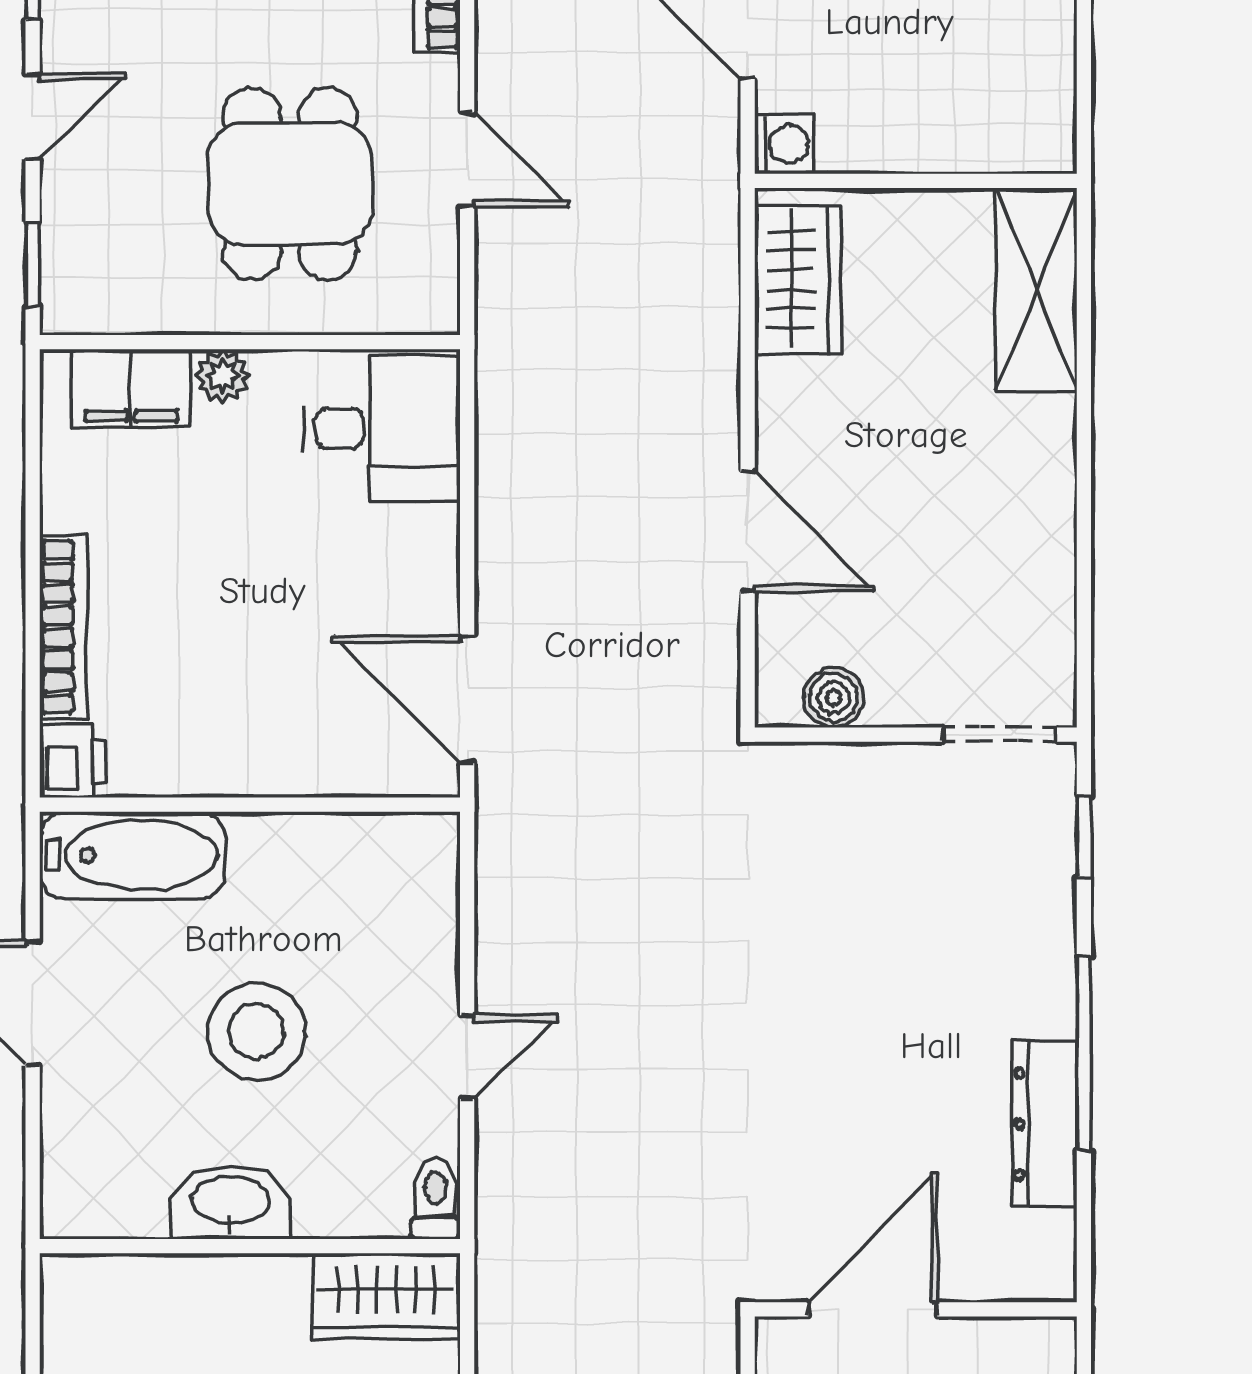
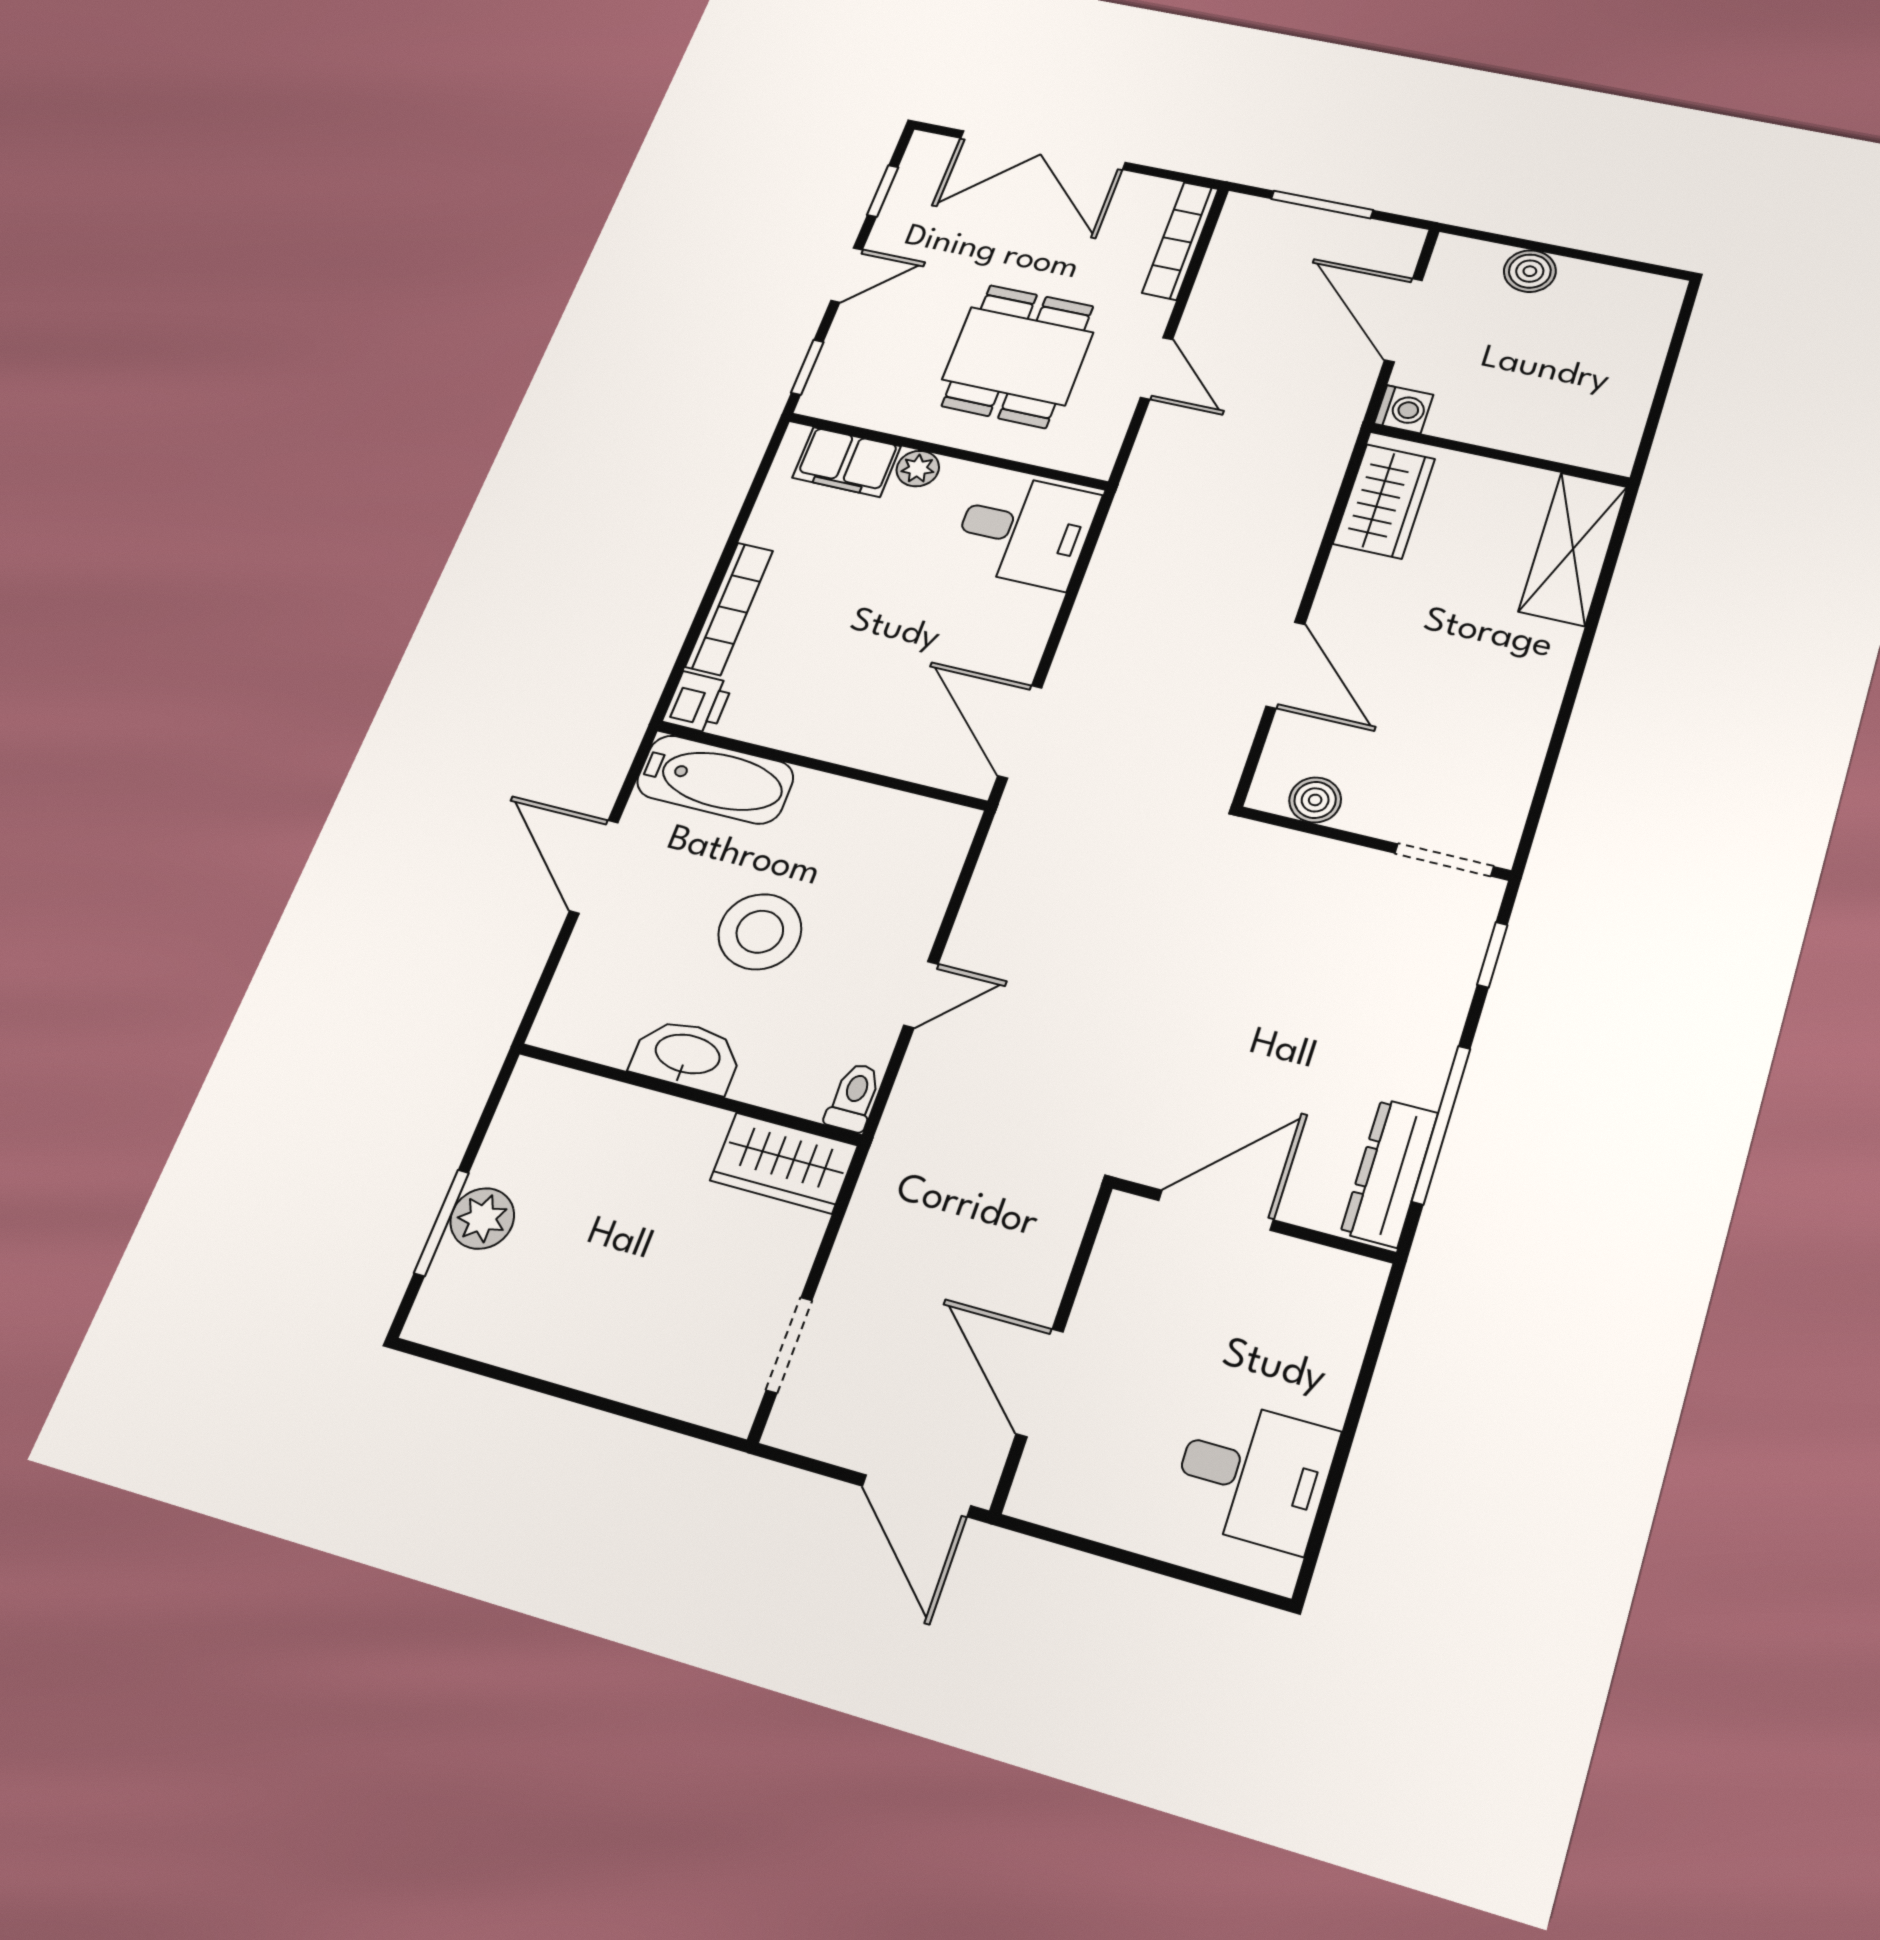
door: (873, 1309) -> (1216, 1210), moved
wall: (916, 1309) -> (1253, 1220), moved

